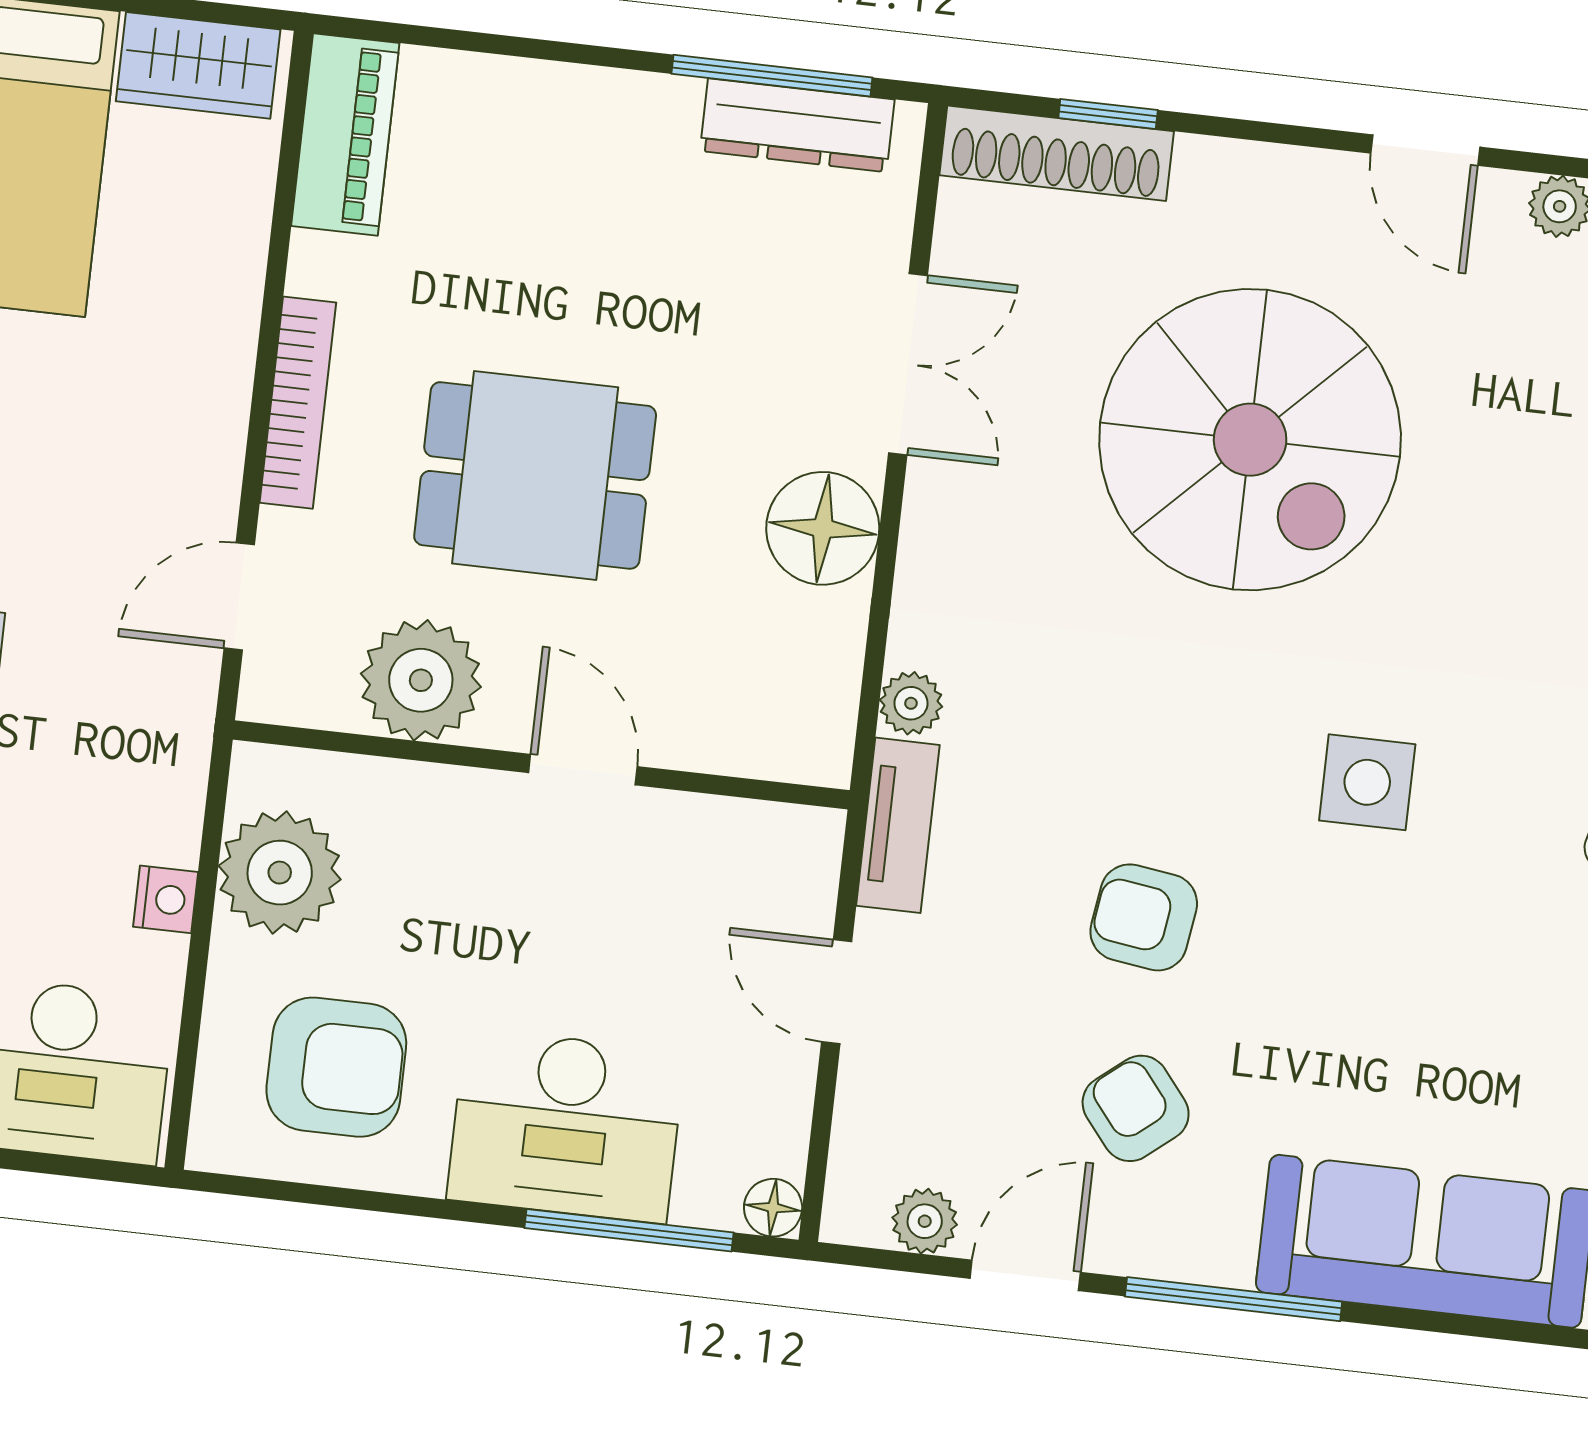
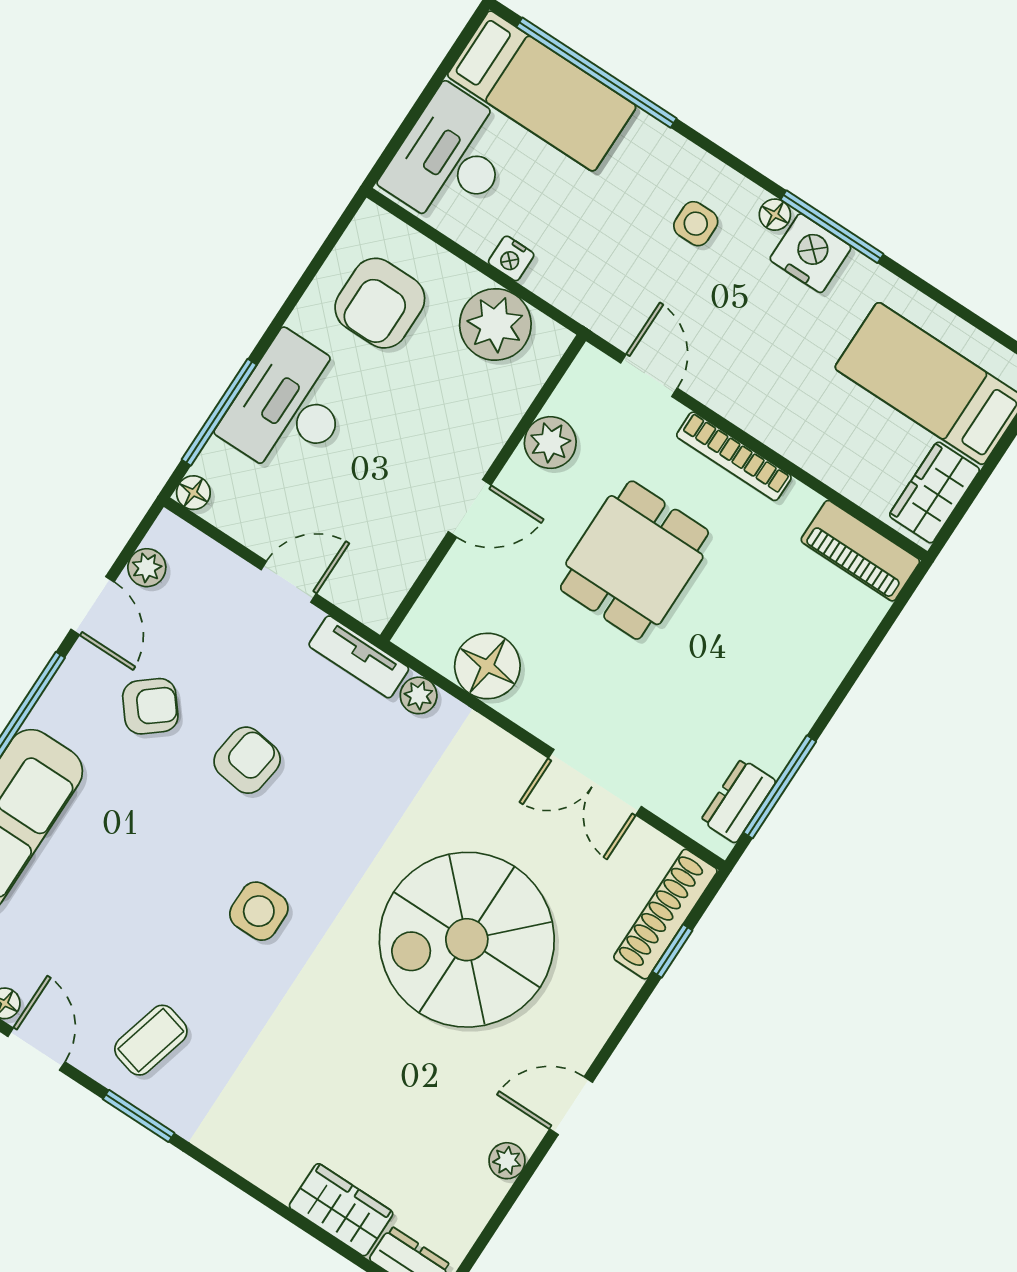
dresser: (797, 125) -> (738, 801), width x0.70
floor lamp: (823, 528) -> (487, 666), moved
plant: (421, 680) -> (550, 443), width x0.73, depth x0.73

